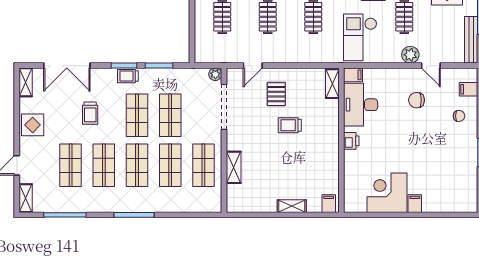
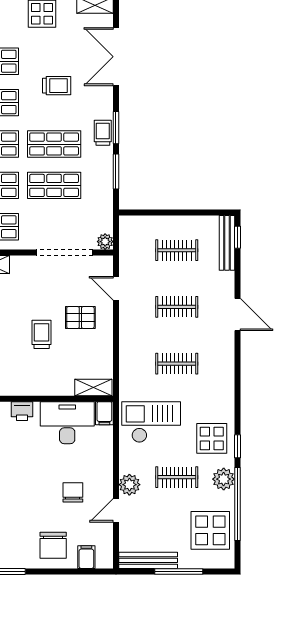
trolley: (90, 113) -> (57, 86), turned 180
chair: (459, 116) -> (53, 545), width x1.87, depth x1.87

